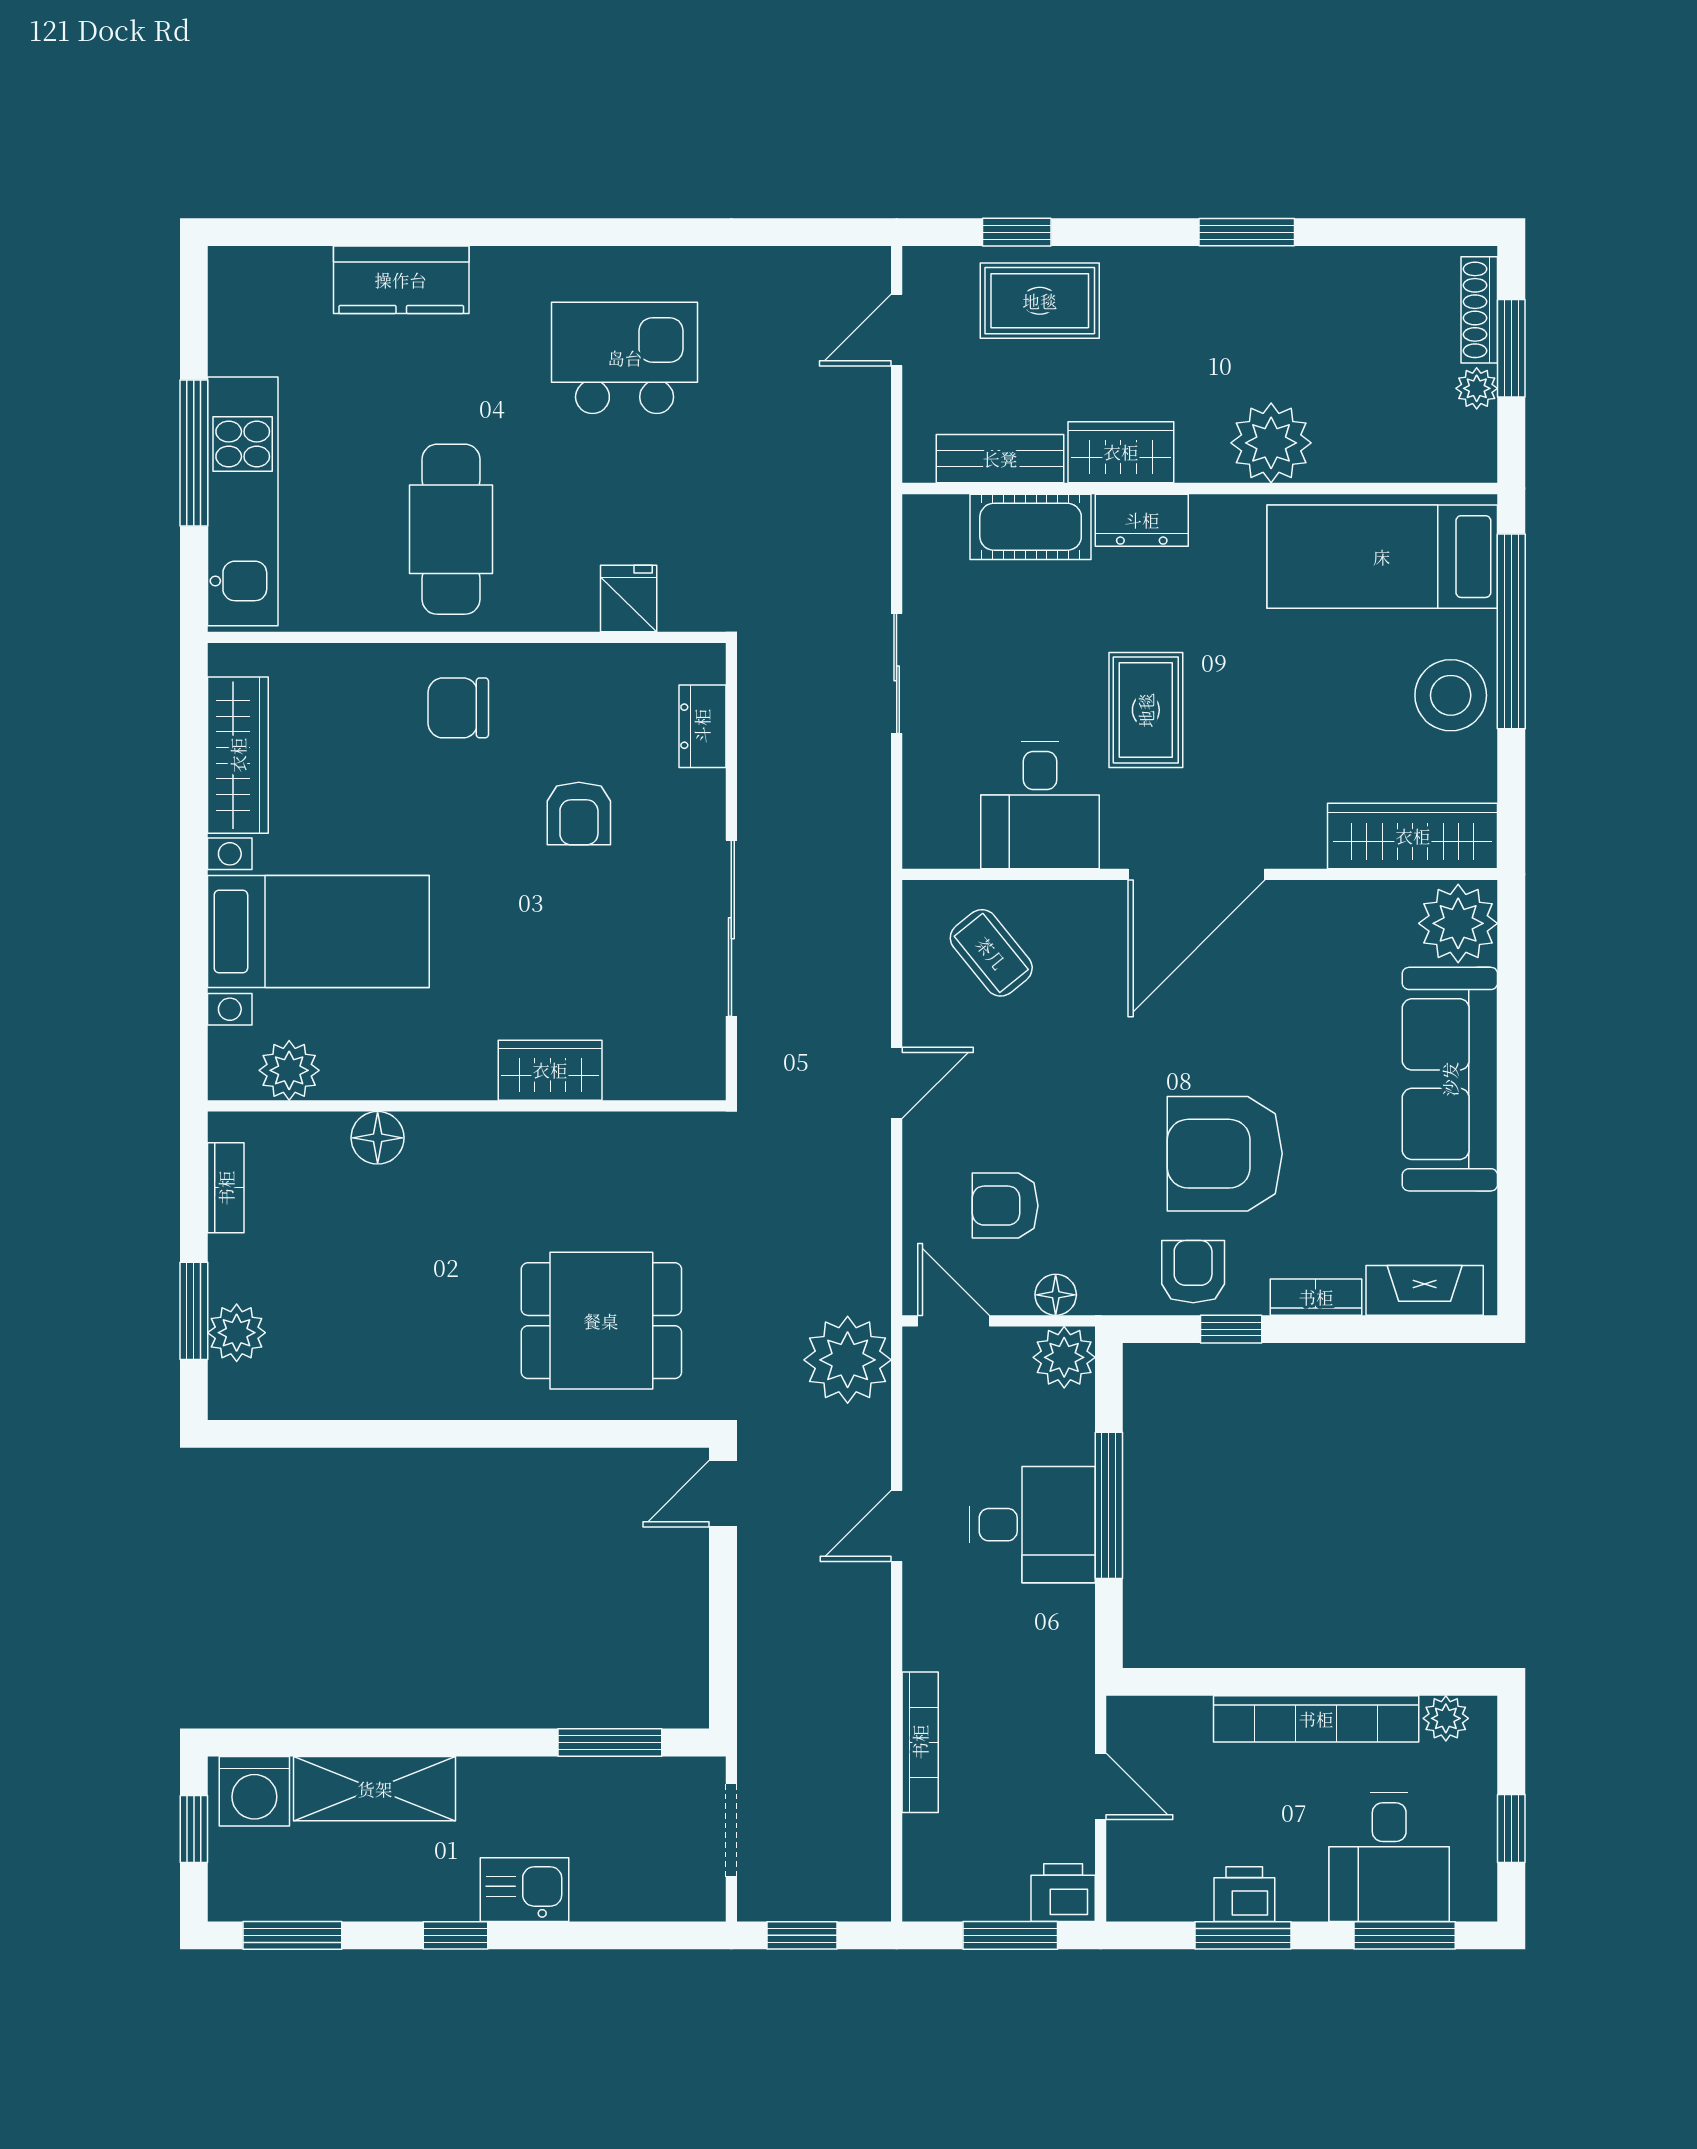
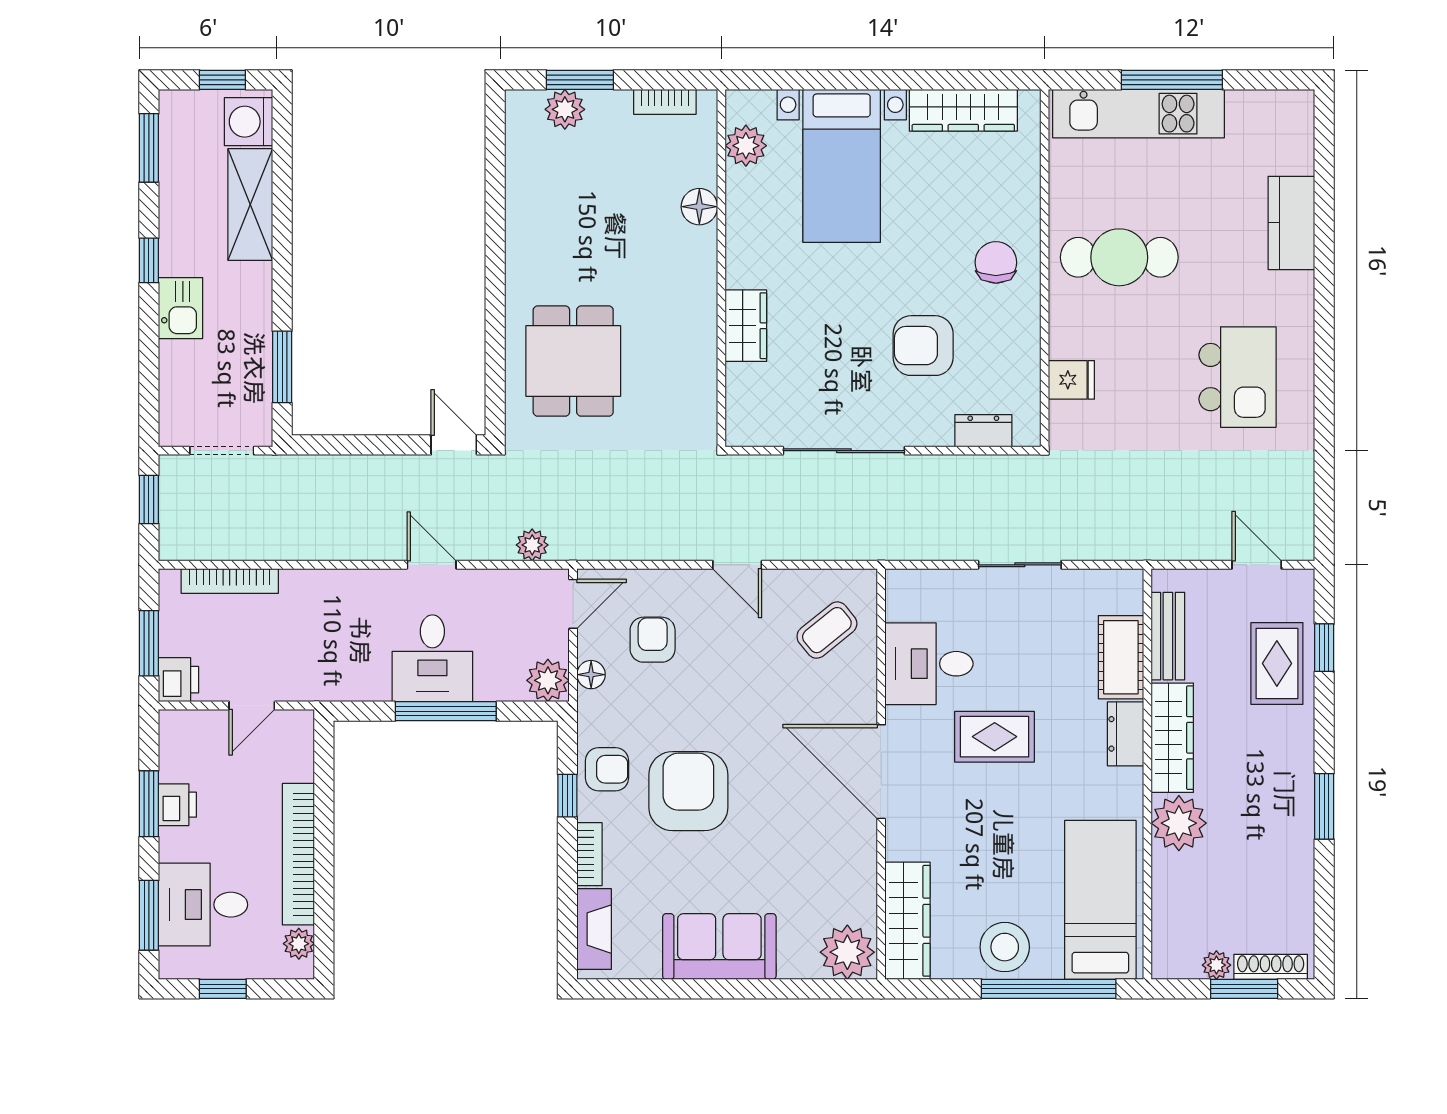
wardrobe: (1121, 452) -> (1172, 738), width x1.50
armchair: (579, 813) -> (923, 346), width x1.38, depth x1.38
sofa: (1450, 1079) -> (719, 947), width x0.73
plant: (848, 1360) -> (532, 545), width x0.53, depth x0.53
bookcase: (920, 1742) -> (230, 581), moved

